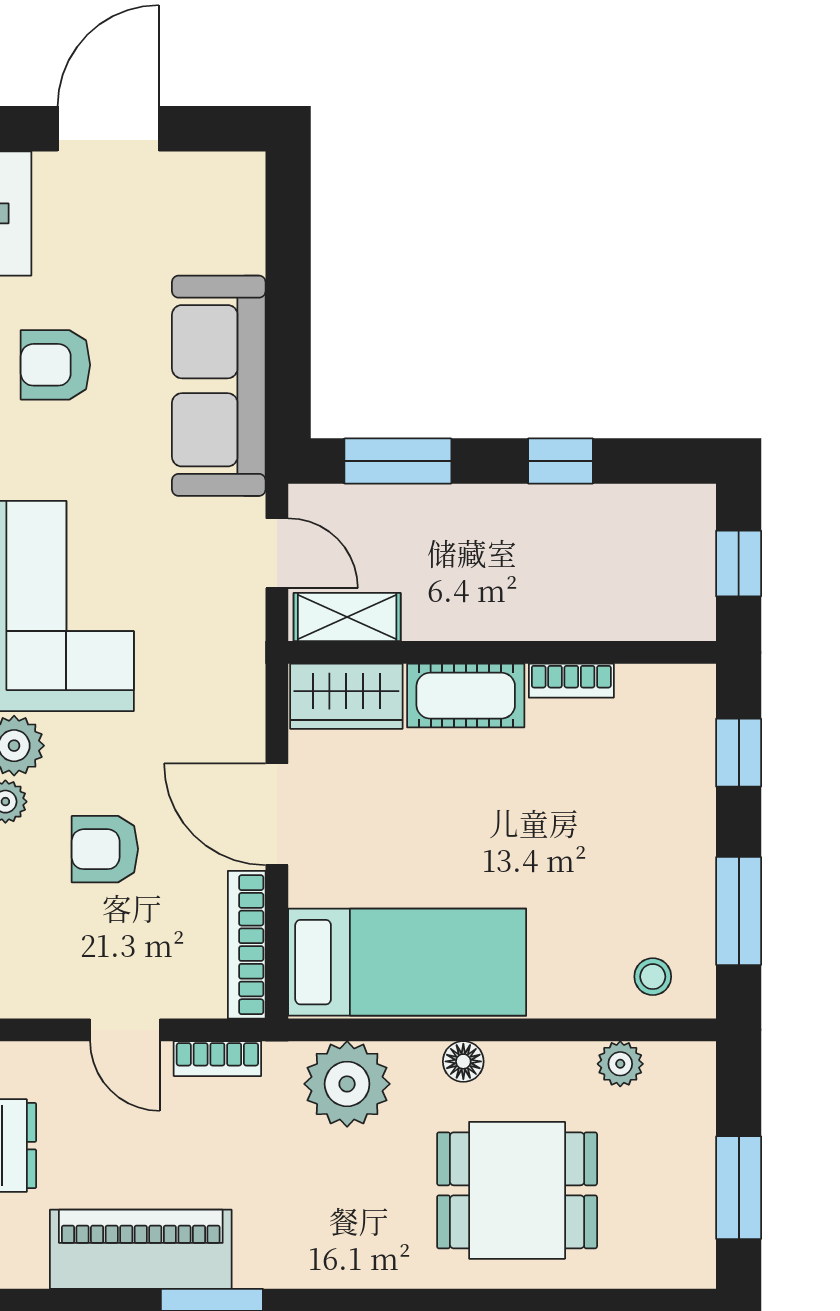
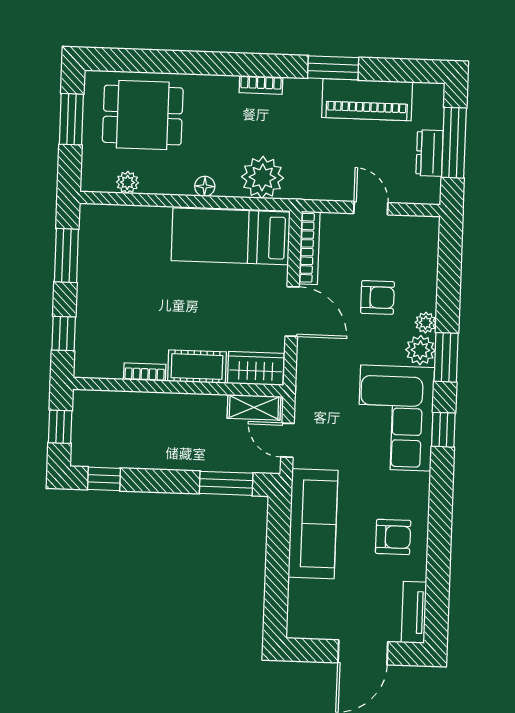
window: (561, 461) -> (104, 479), moved
stool: (653, 977) -> (110, 225), removed
bookcase: (217, 1059) -> (261, 85), moved, turned 180
dining table: (517, 1190) -> (143, 115), moved

